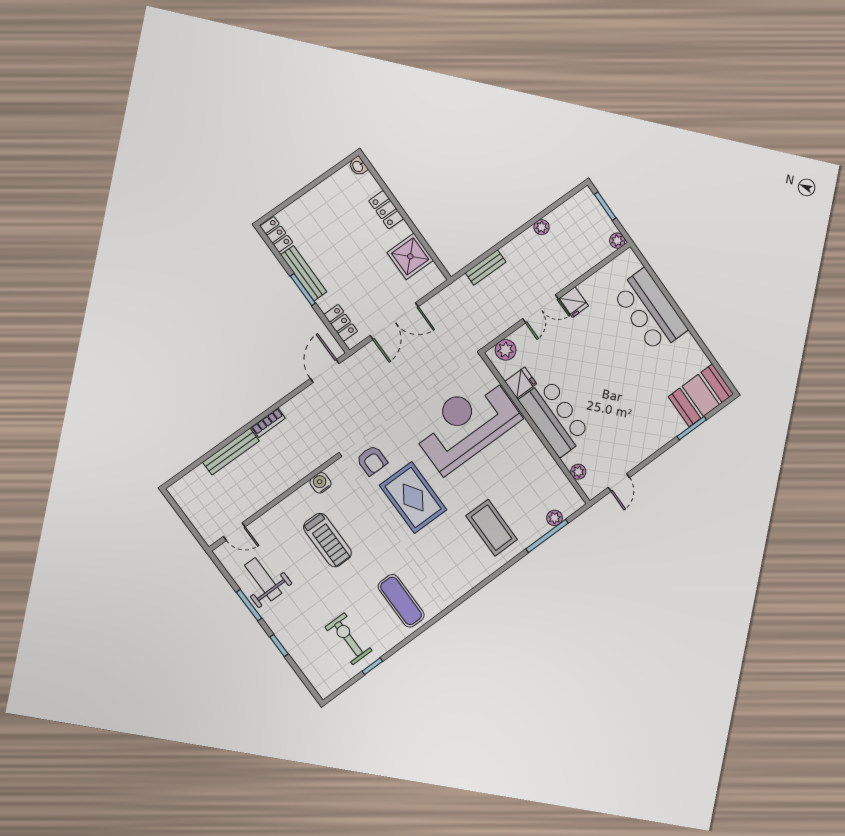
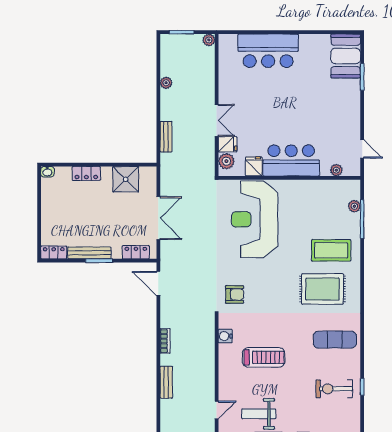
fridge: (574, 302) -> (228, 144), moved
bench: (231, 452) -> (166, 382), width x0.73
rug: (413, 498) -> (323, 289), moved

